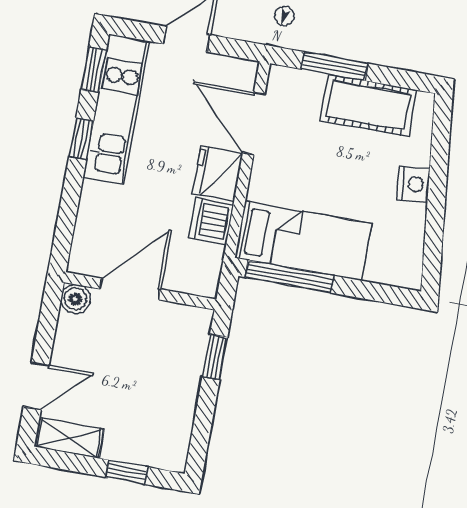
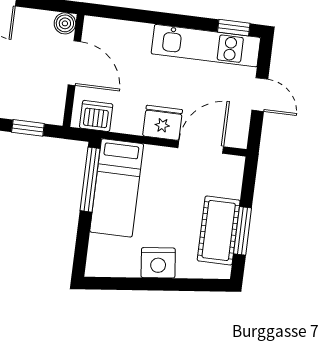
window: (334, 66) -> (243, 231), moved
window: (81, 139) -> (183, 21), removed
nightstand: (413, 184) -> (158, 263), width x1.36, depth x1.33
dishwasher: (211, 221) -> (96, 116), moved

